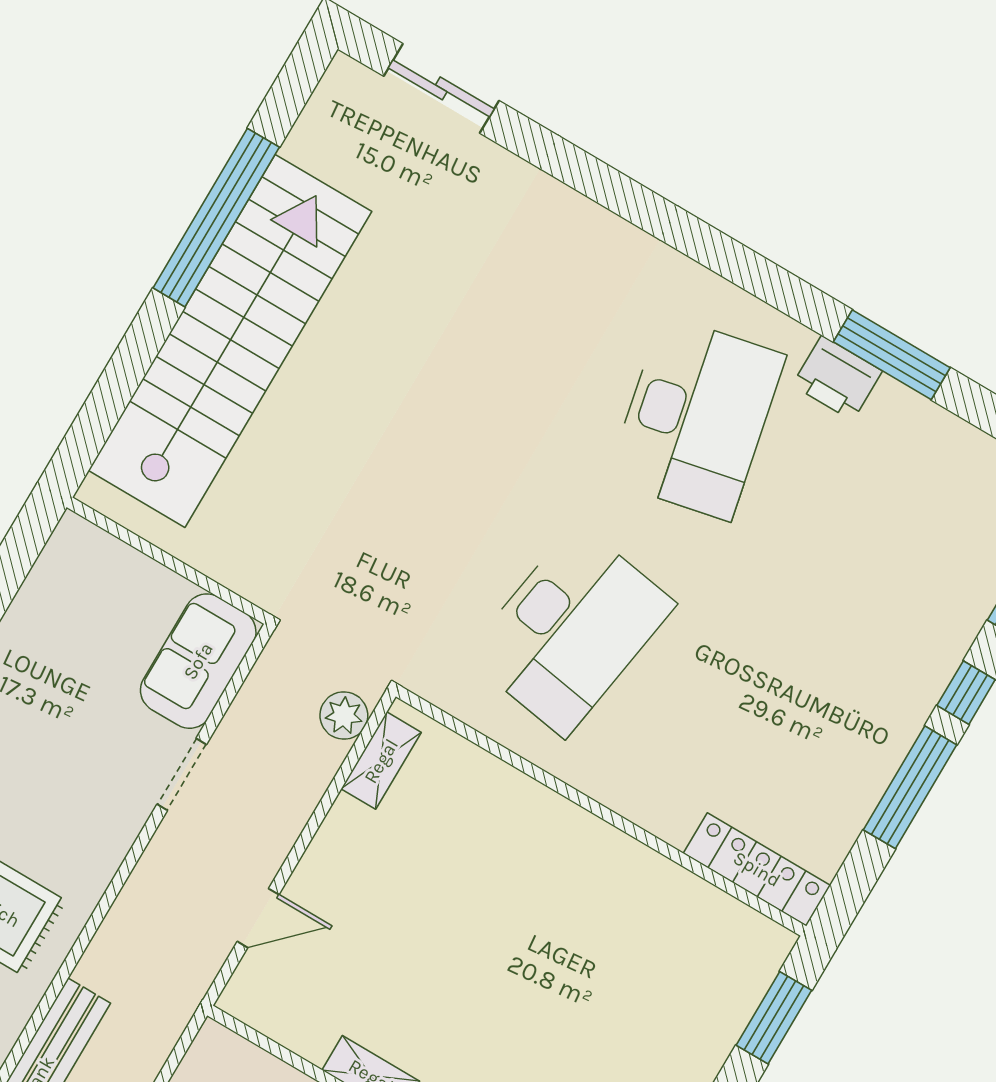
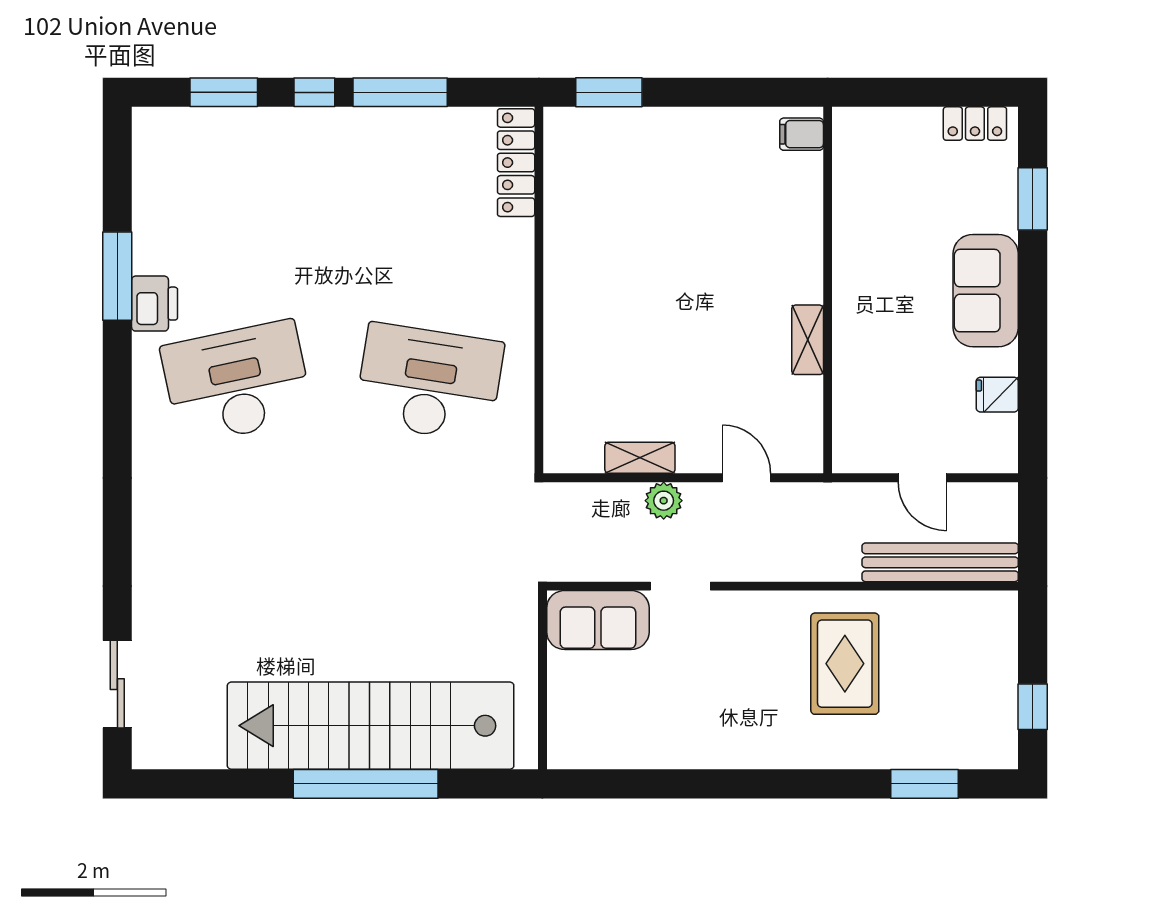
window: (216, 218) -> (366, 784), moved
plant: (344, 716) -> (664, 501), moved
shelving: (381, 761) -> (640, 458), moved

